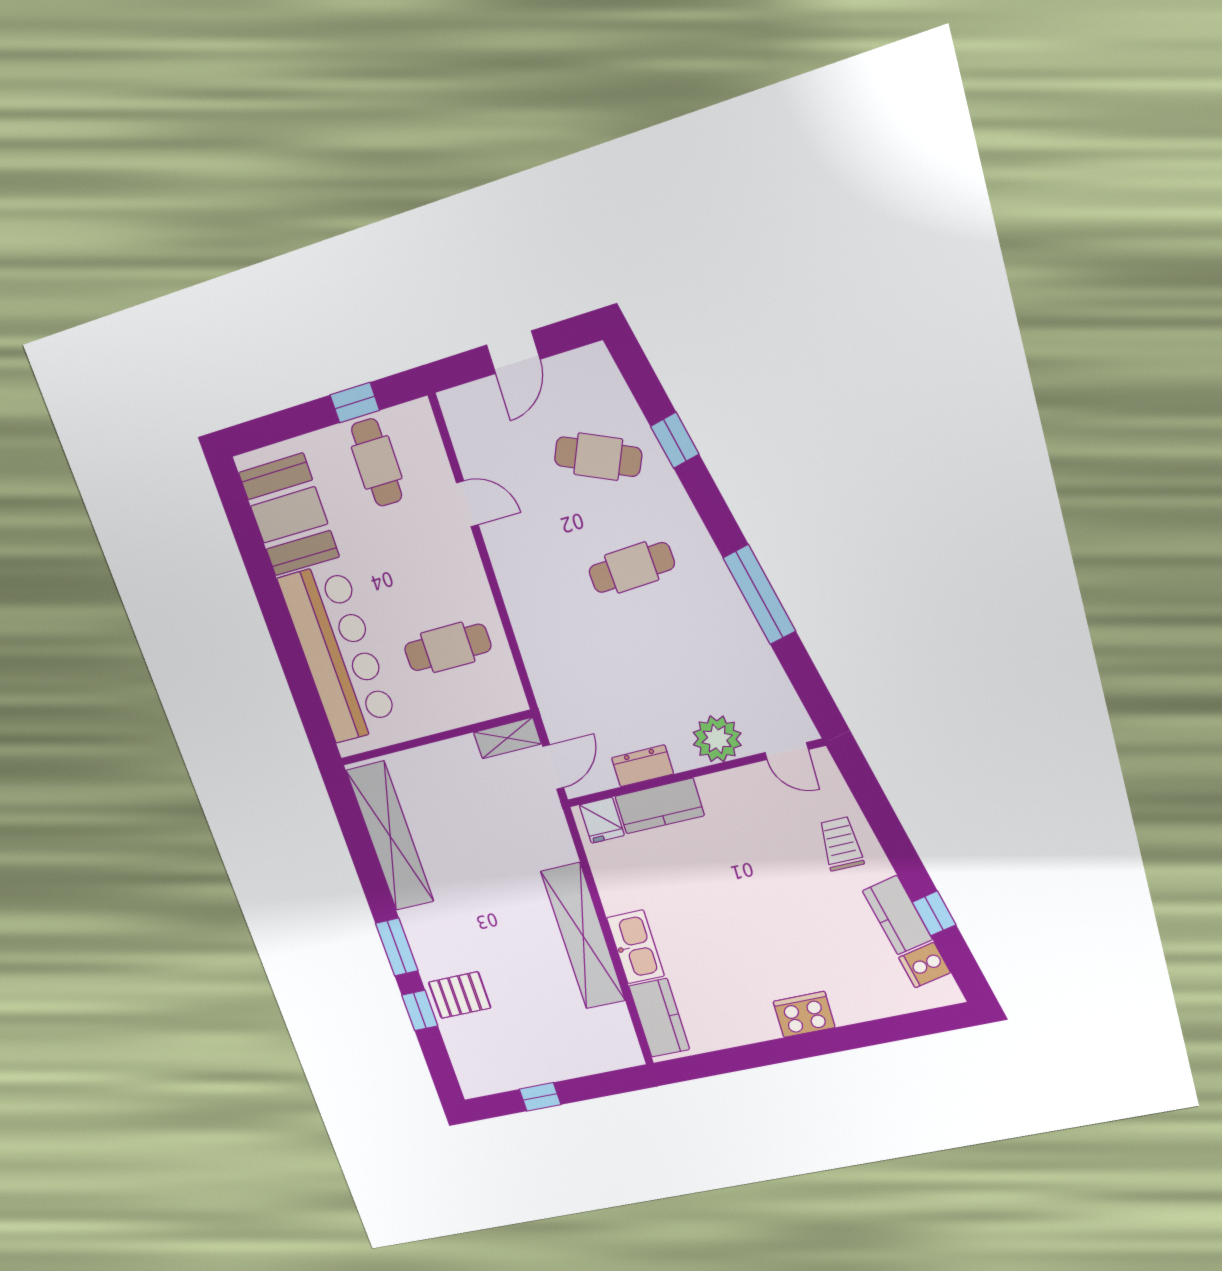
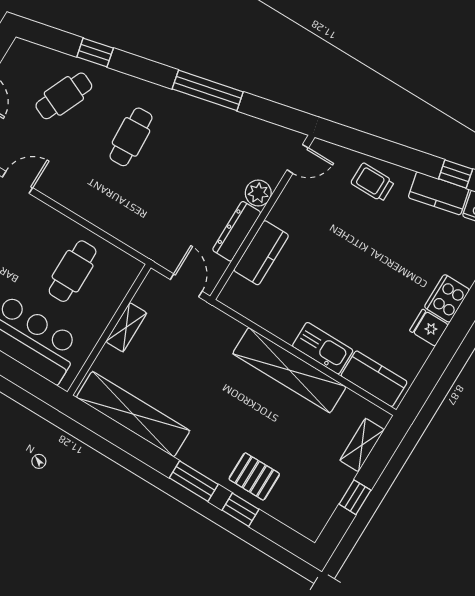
shelving: (507, 738) -> (126, 327), moved
plant: (717, 739) -> (258, 193), width x0.73, depth x0.73
dresser: (643, 766) -> (237, 231), width x1.44
fridge: (602, 820) -> (429, 328), moved, turned 180
pallet: (460, 995) -> (254, 476), turned 90
shelving: (590, 1061) -> (362, 445), added

